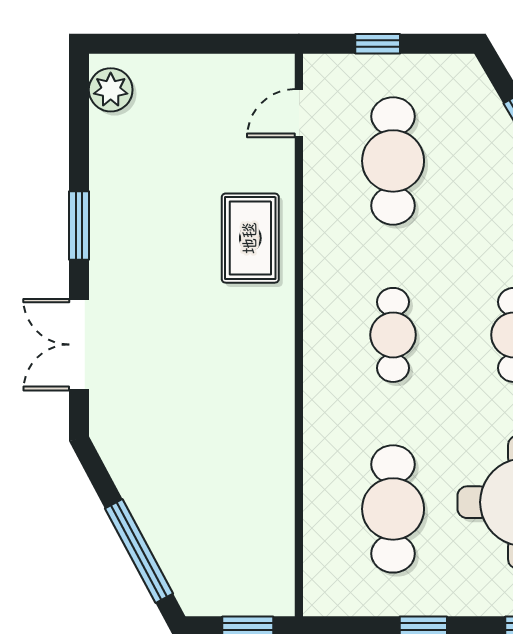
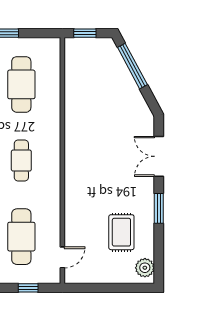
rug: (250, 238) -> (121, 232), moved
double door: (79, 345) -> (159, 156), swing flipped

